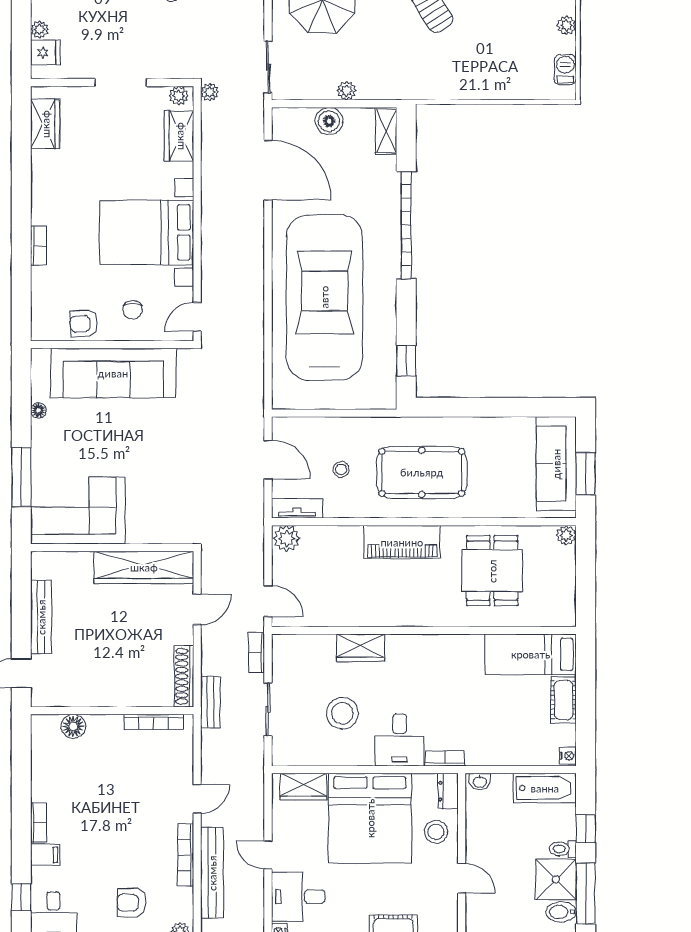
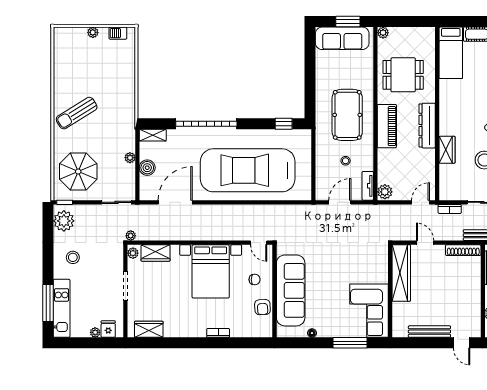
dresser: (403, 613) -> (427, 126), added

